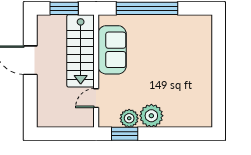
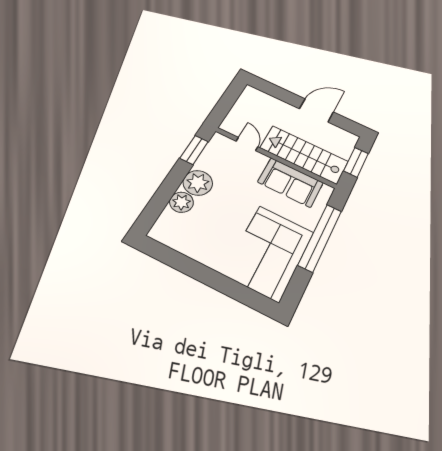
corner sofa: (179, 39) -> (269, 253), added
plant: (129, 118) -> (182, 202), moved

